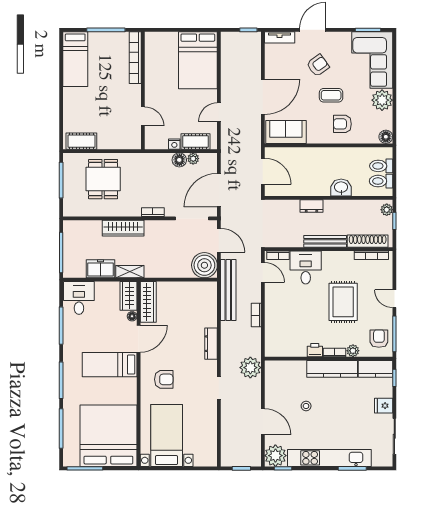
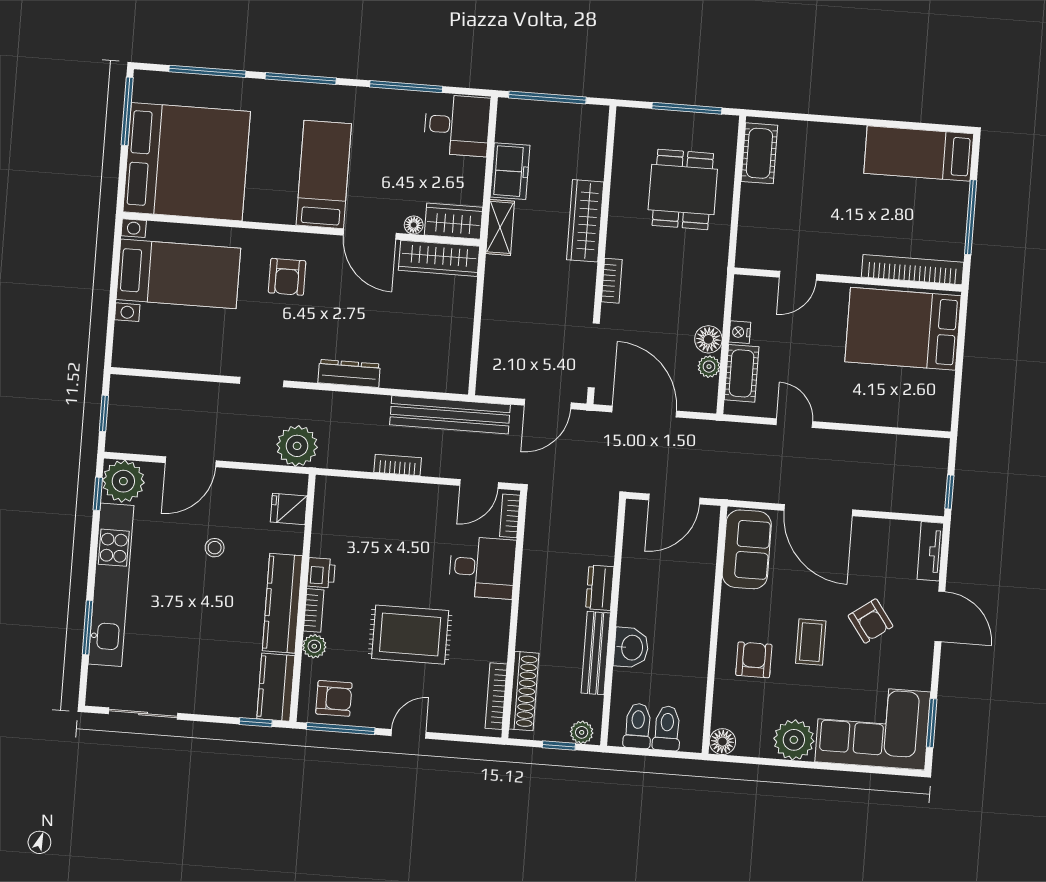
bed: (198, 60) -> (903, 329), moved
dining table: (103, 179) -> (683, 189), turned 90
bench: (325, 241) -> (596, 653), moved
boiler: (204, 265) -> (501, 372), removed
fridge: (384, 406) -> (289, 509), moved, turned -90

